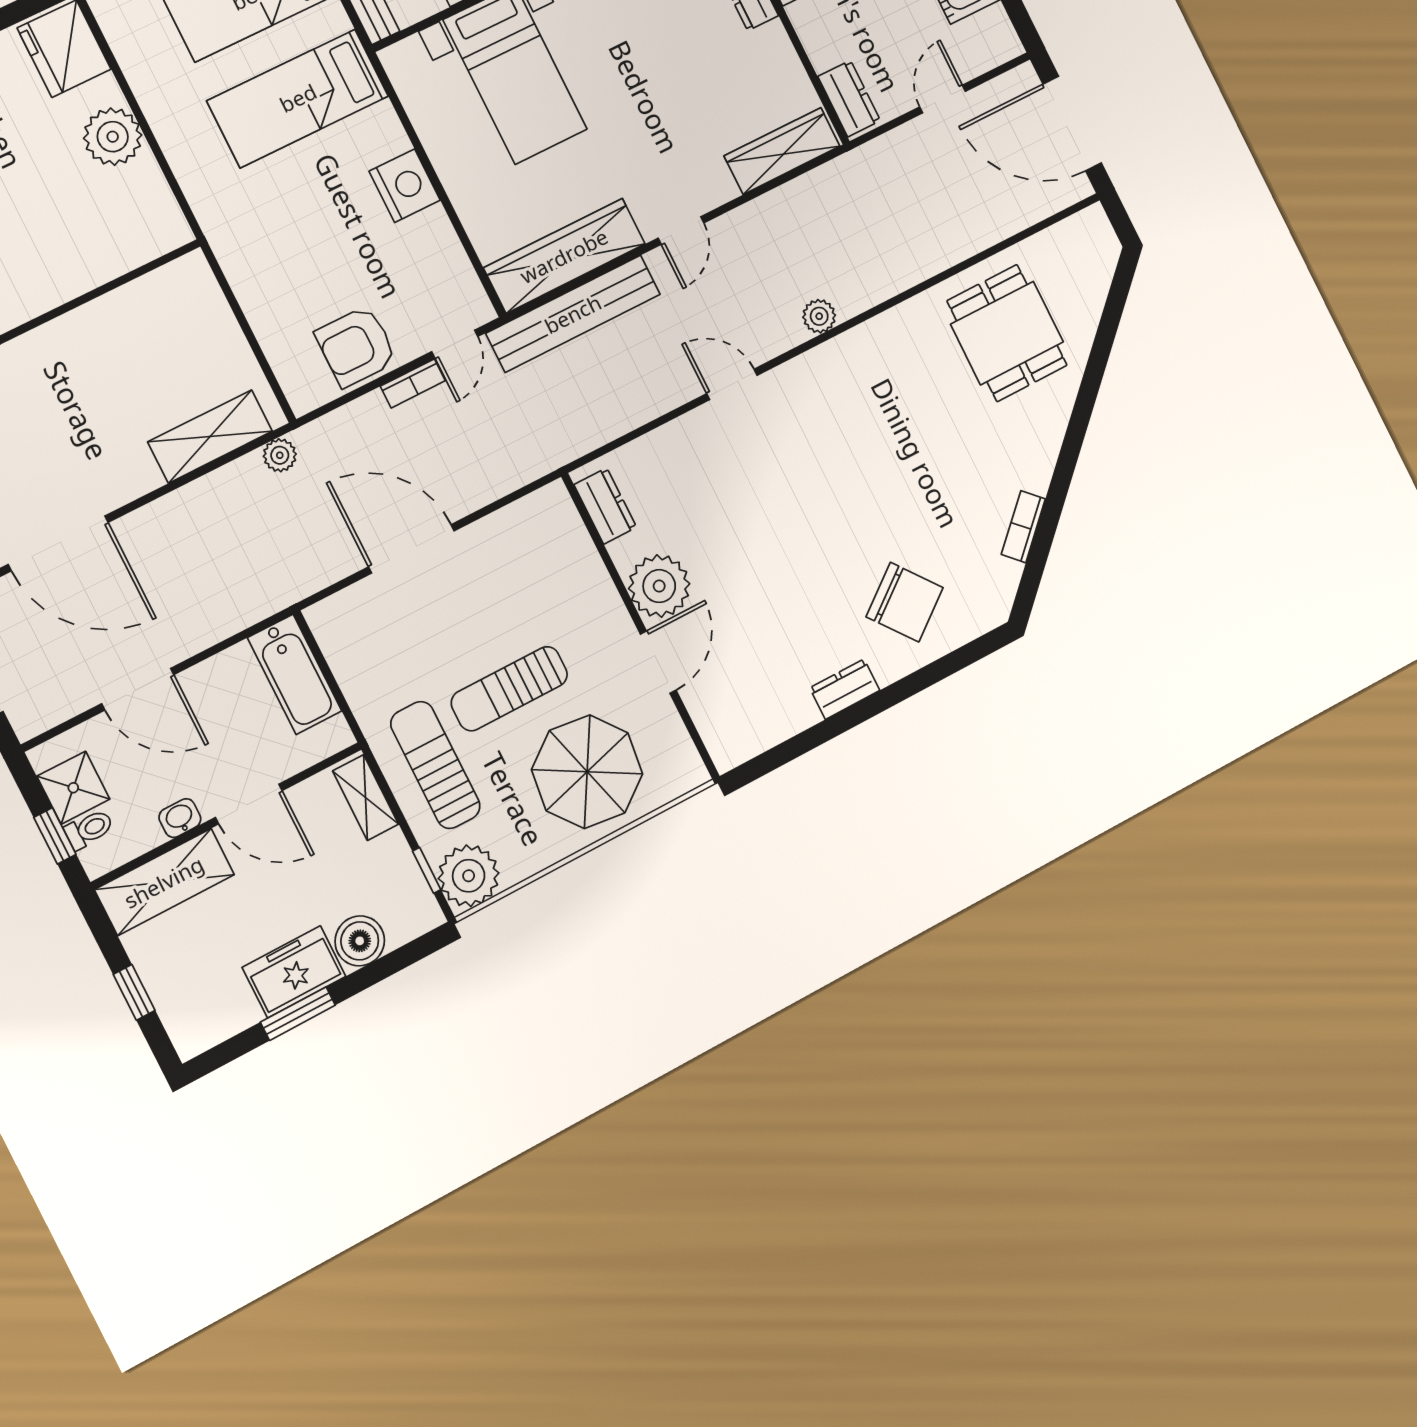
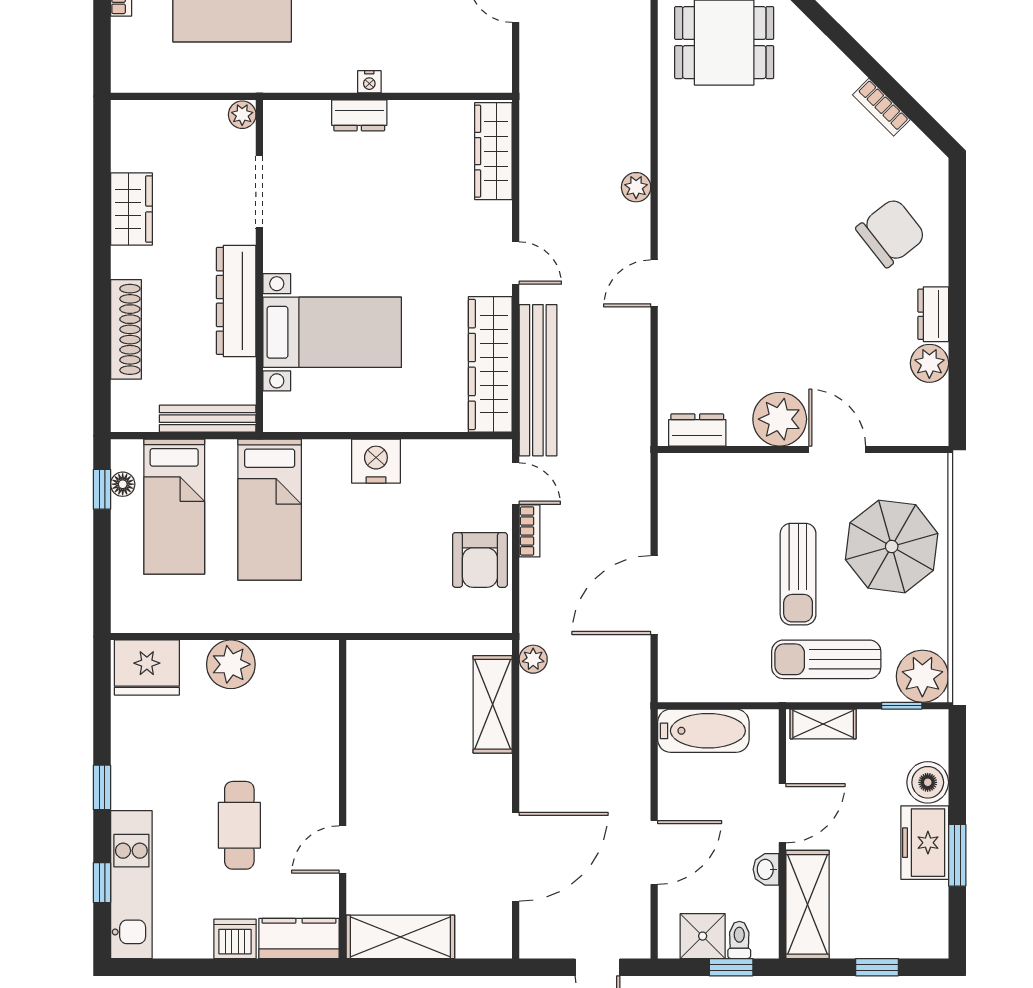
dresser: (849, 99) -> (479, 76), removed
plant: (794, 712) -> (929, 363), added

